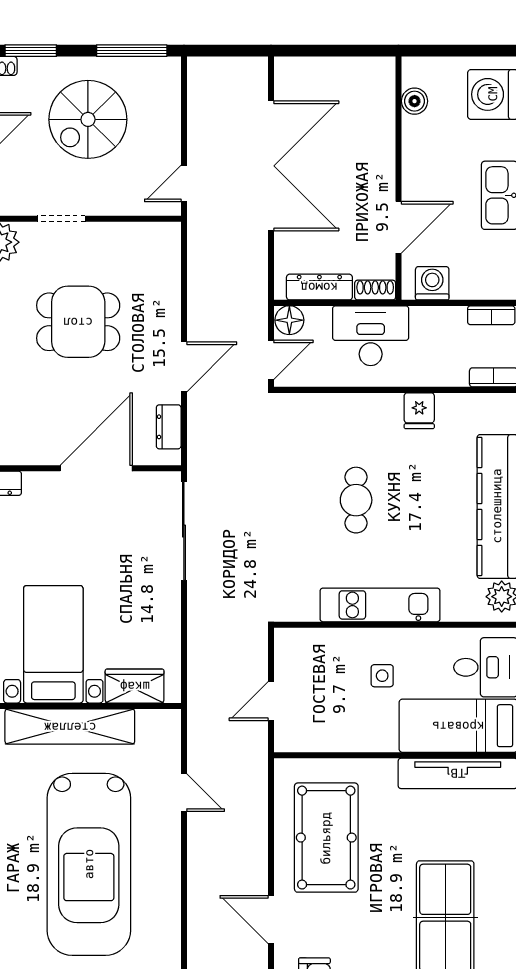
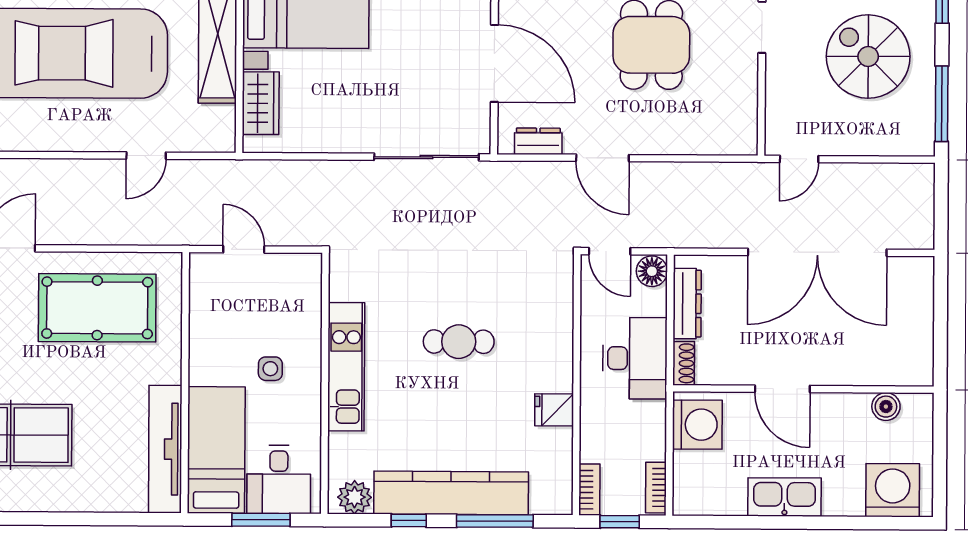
door: (184, 183) -> (799, 159), swing flipped
door: (399, 227) -> (782, 389), moved
washing machine: (432, 283) -> (697, 425), width x1.37, depth x1.37

